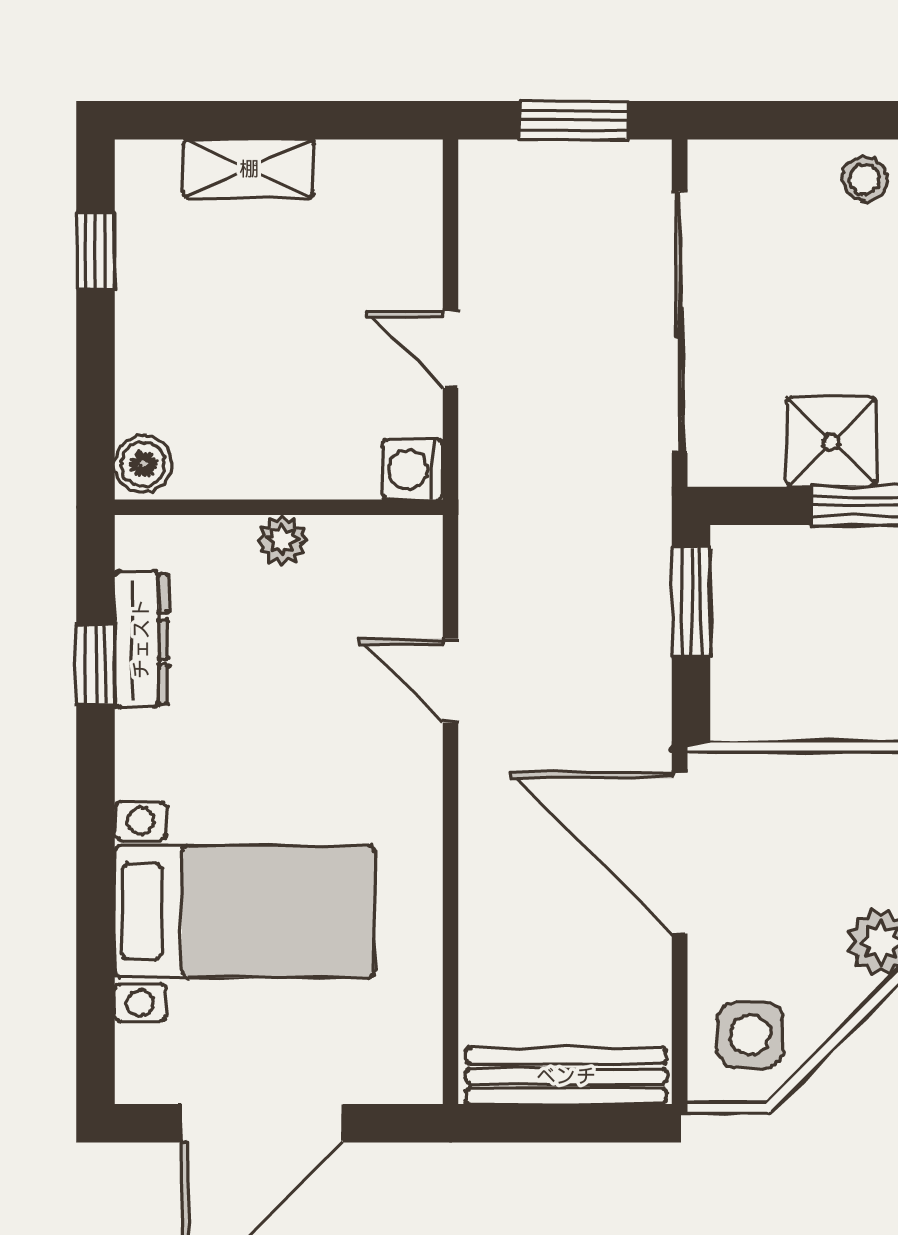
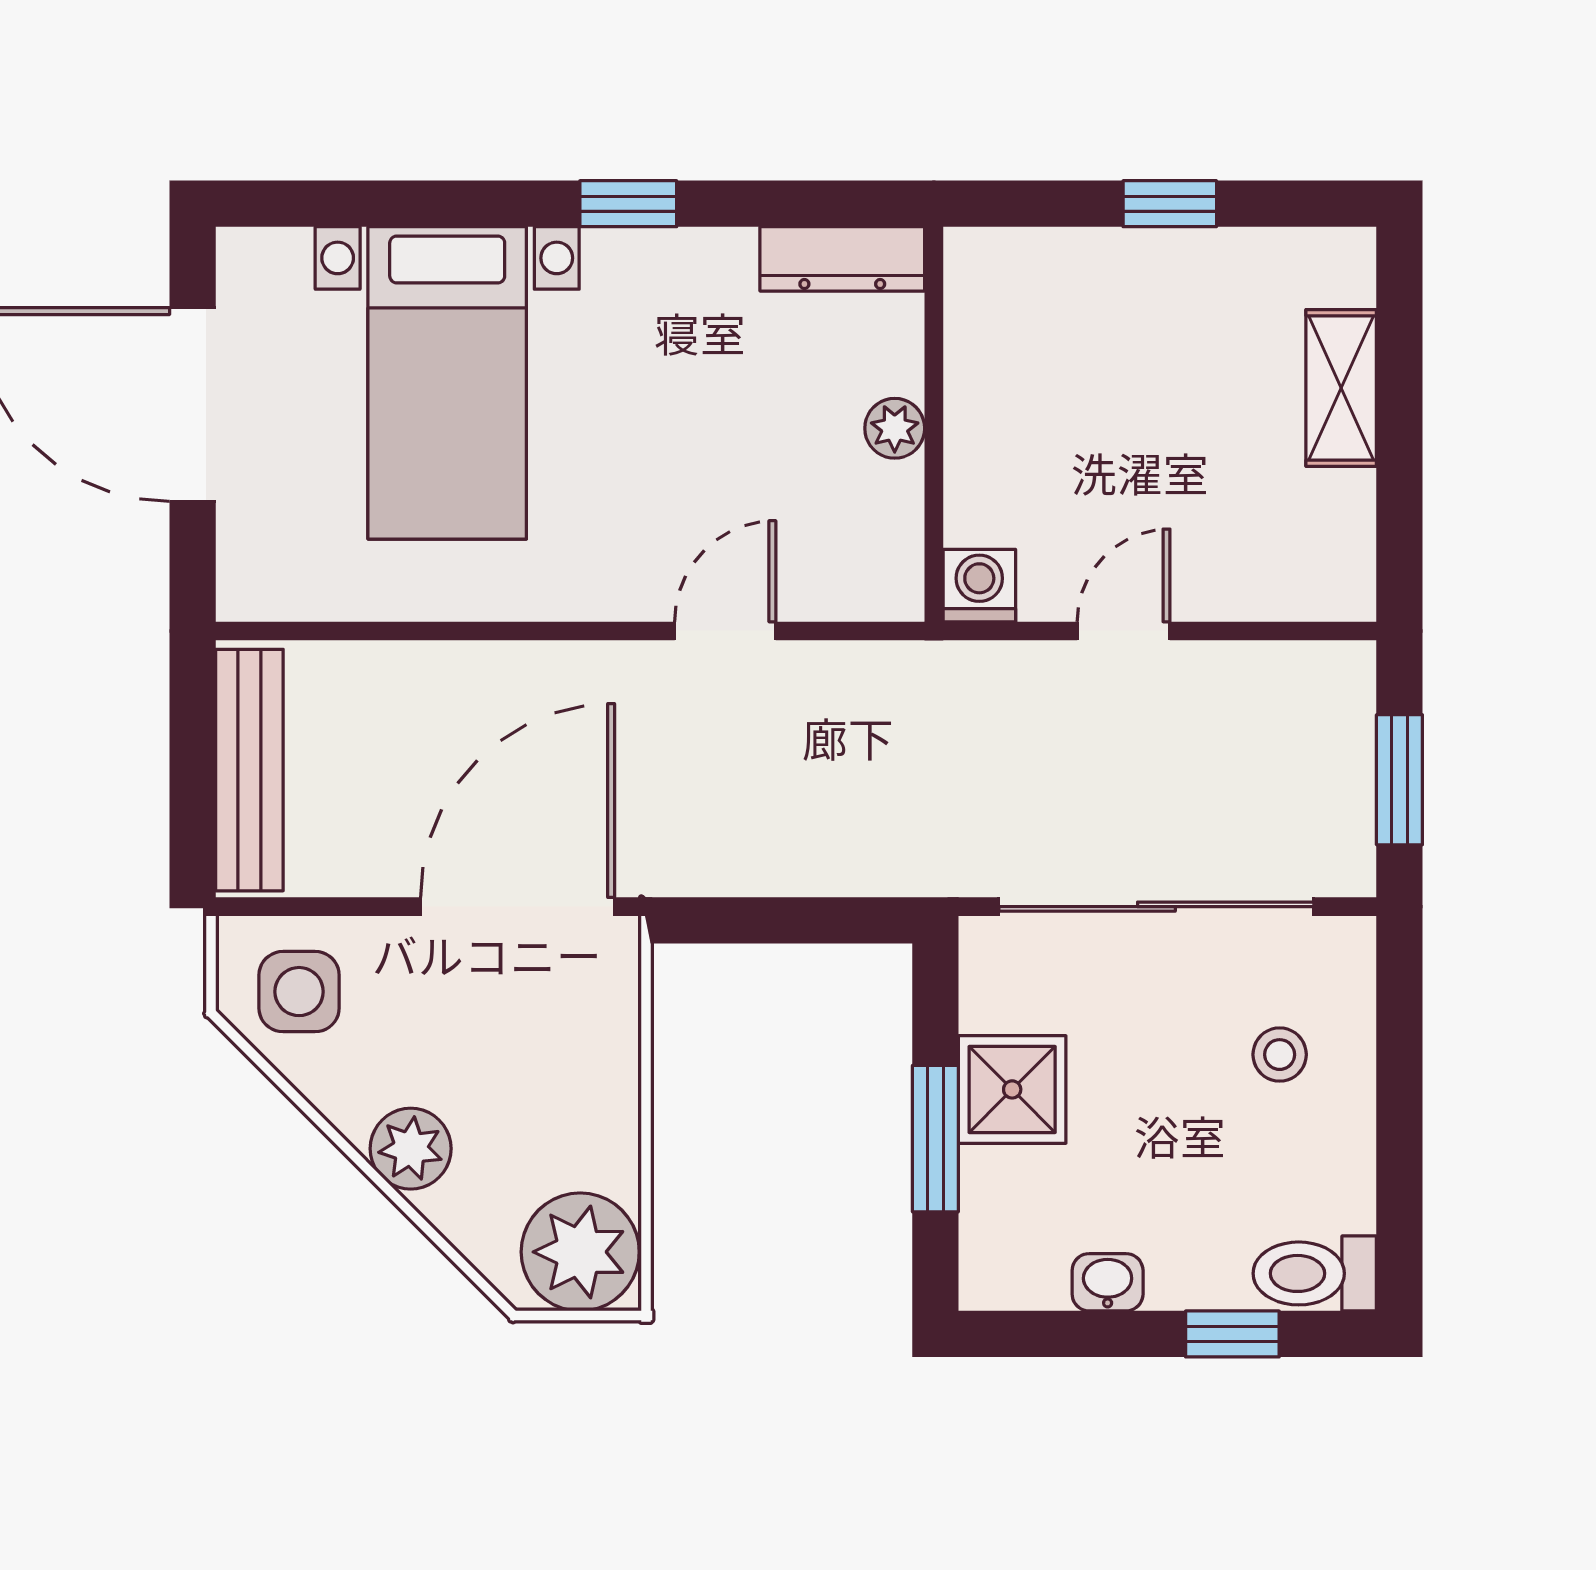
stool: (864, 179) -> (1280, 1055), moved
window: (95, 251) -> (1170, 204), moved
boiler: (143, 464) -> (986, 261), removed
window: (691, 602) -> (820, 920), removed
dresser: (141, 639) -> (842, 259), moved
window: (95, 665) -> (628, 204), moved

